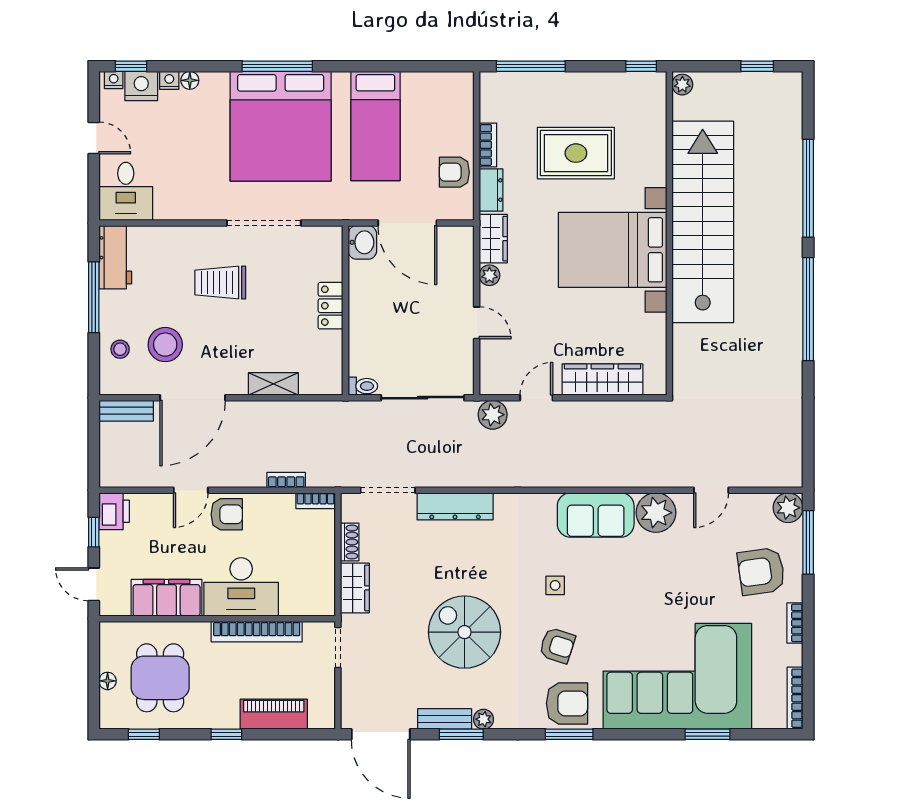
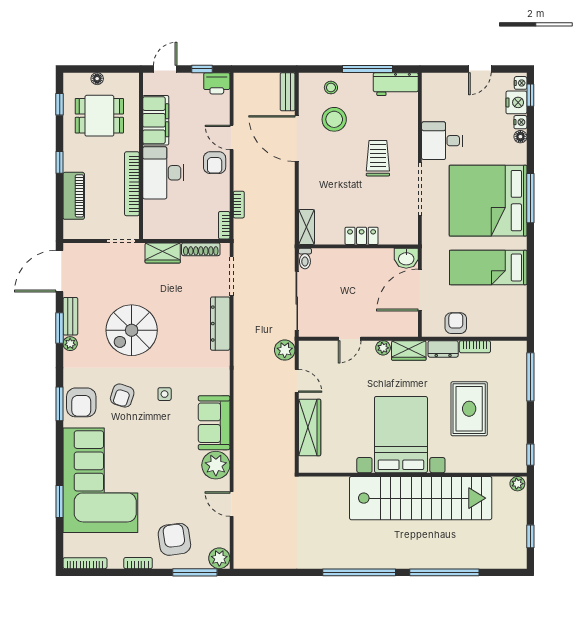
desk: (126, 191) -> (442, 141), moved
shelving: (273, 384) -> (306, 227), moved
shoe rack: (350, 542) -> (201, 249), width x1.43
spiral stairs: (464, 632) -> (132, 330), turned 180

